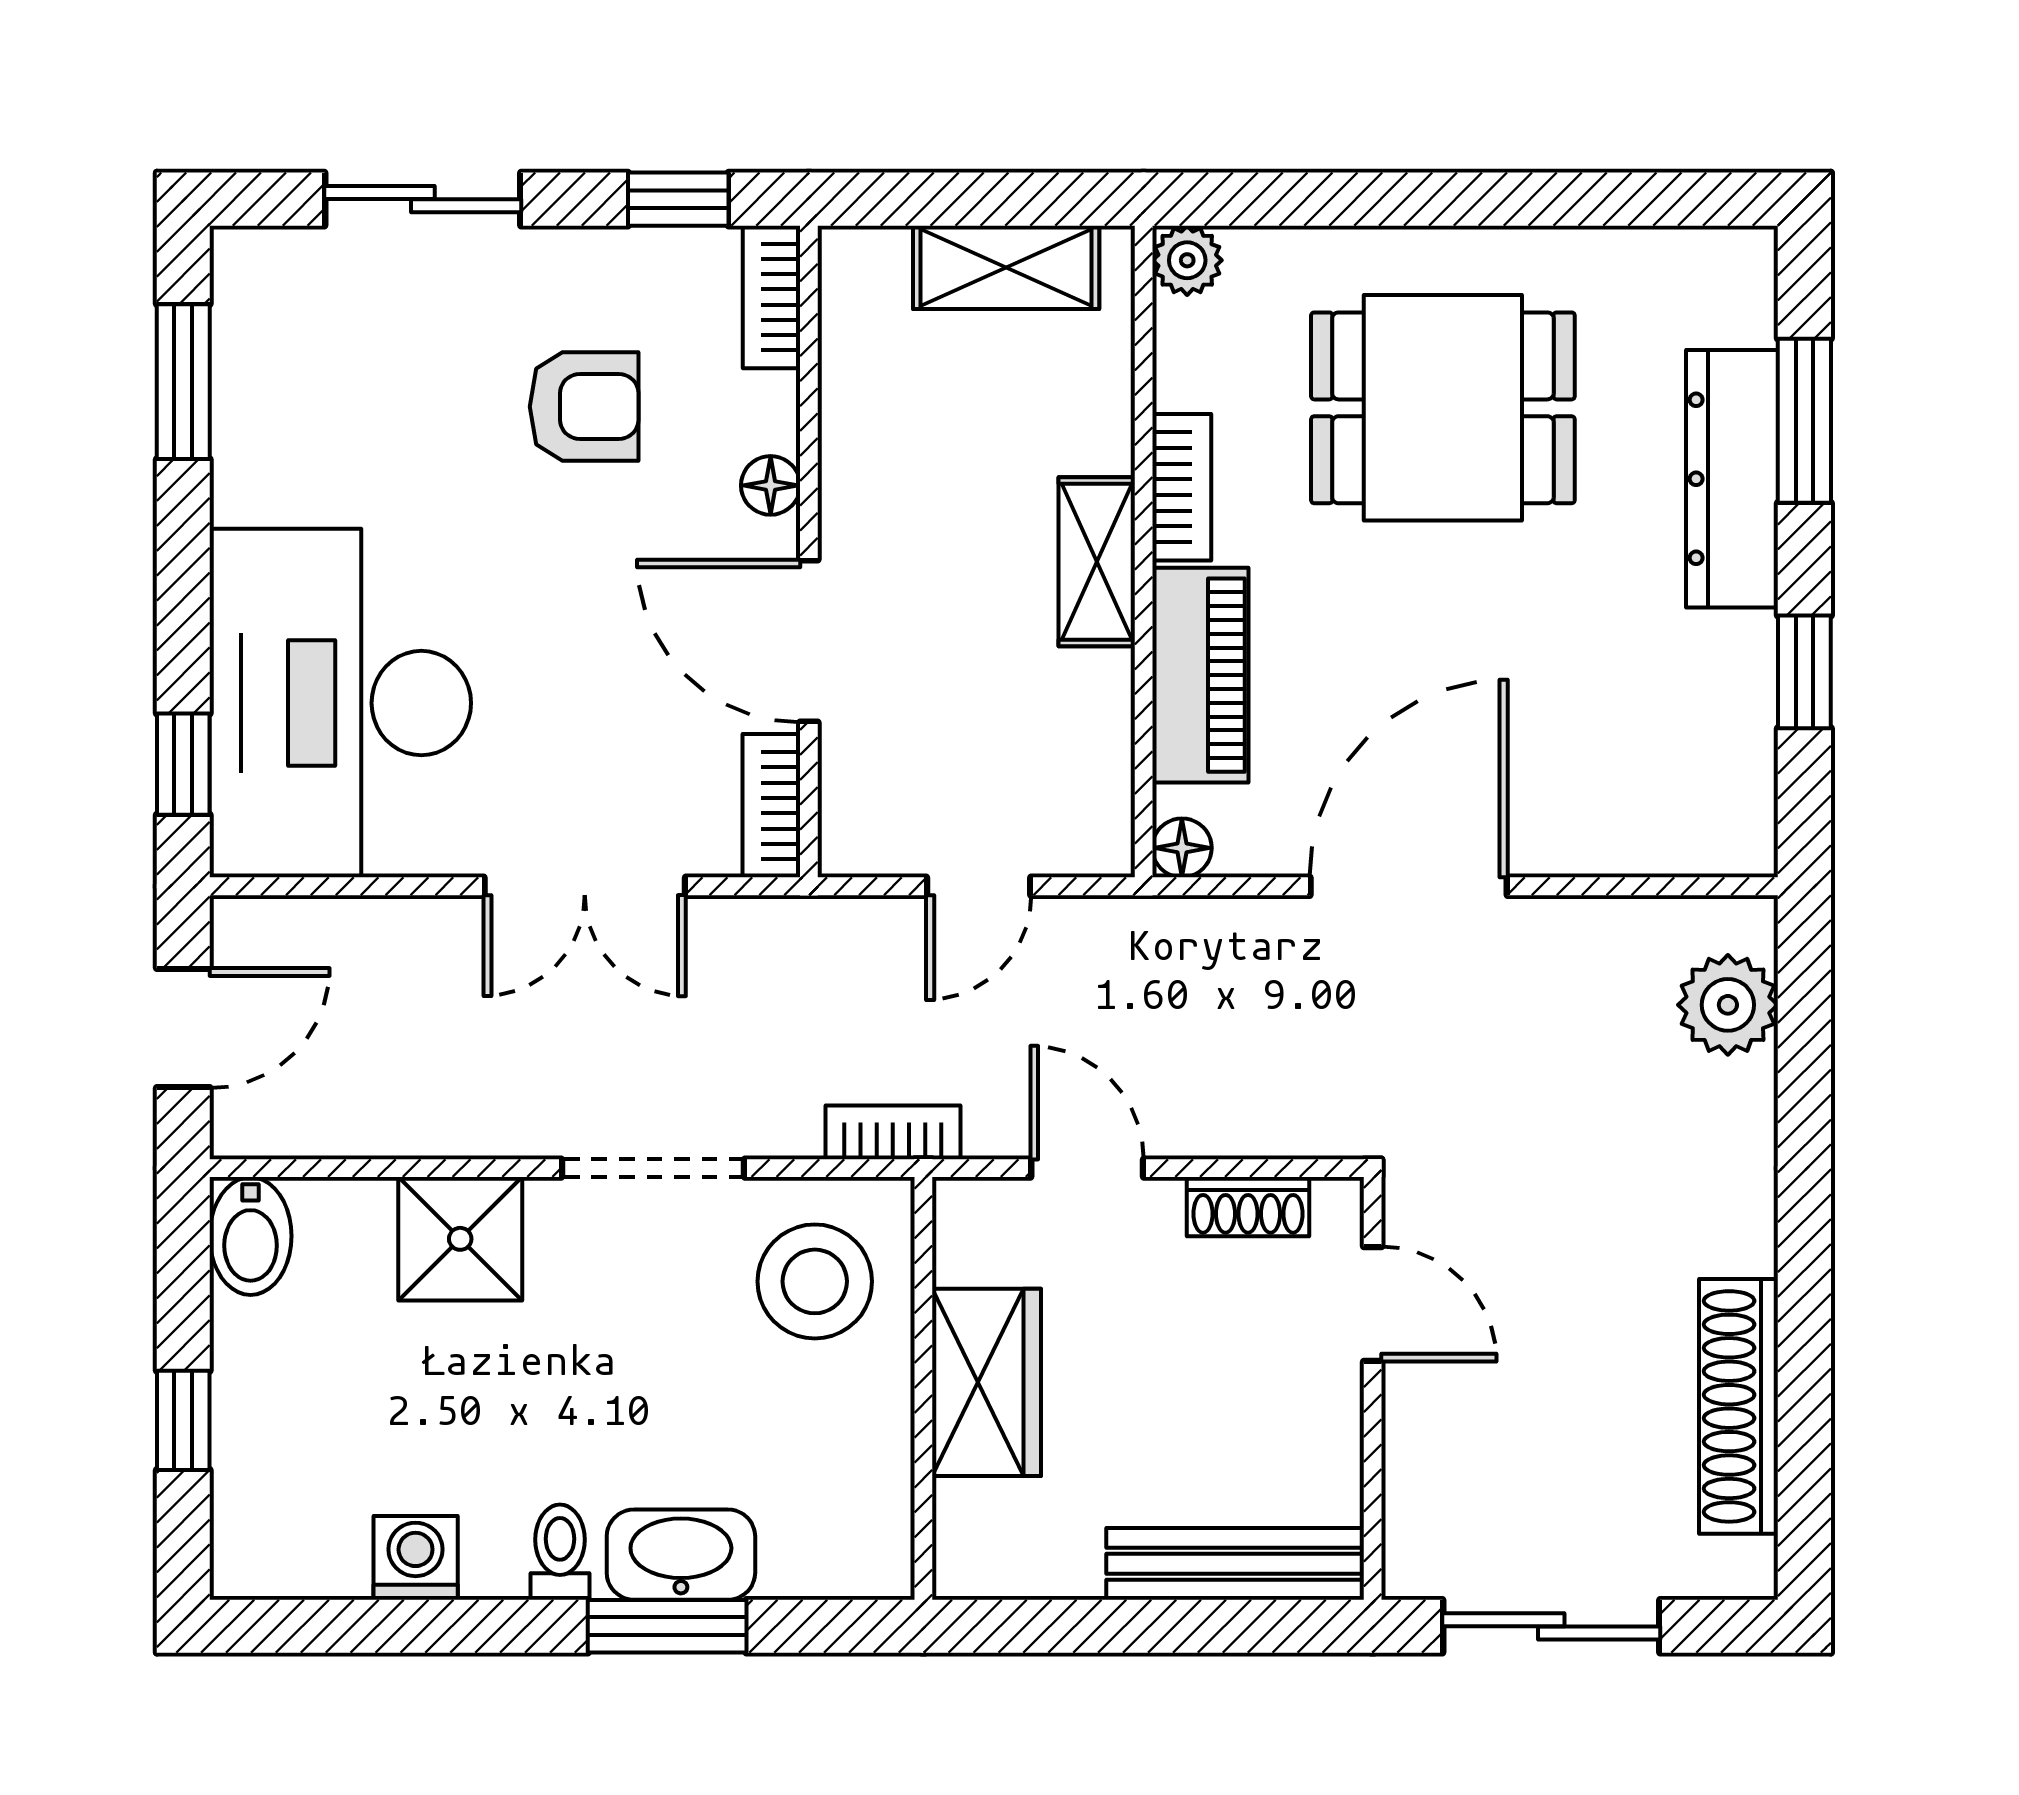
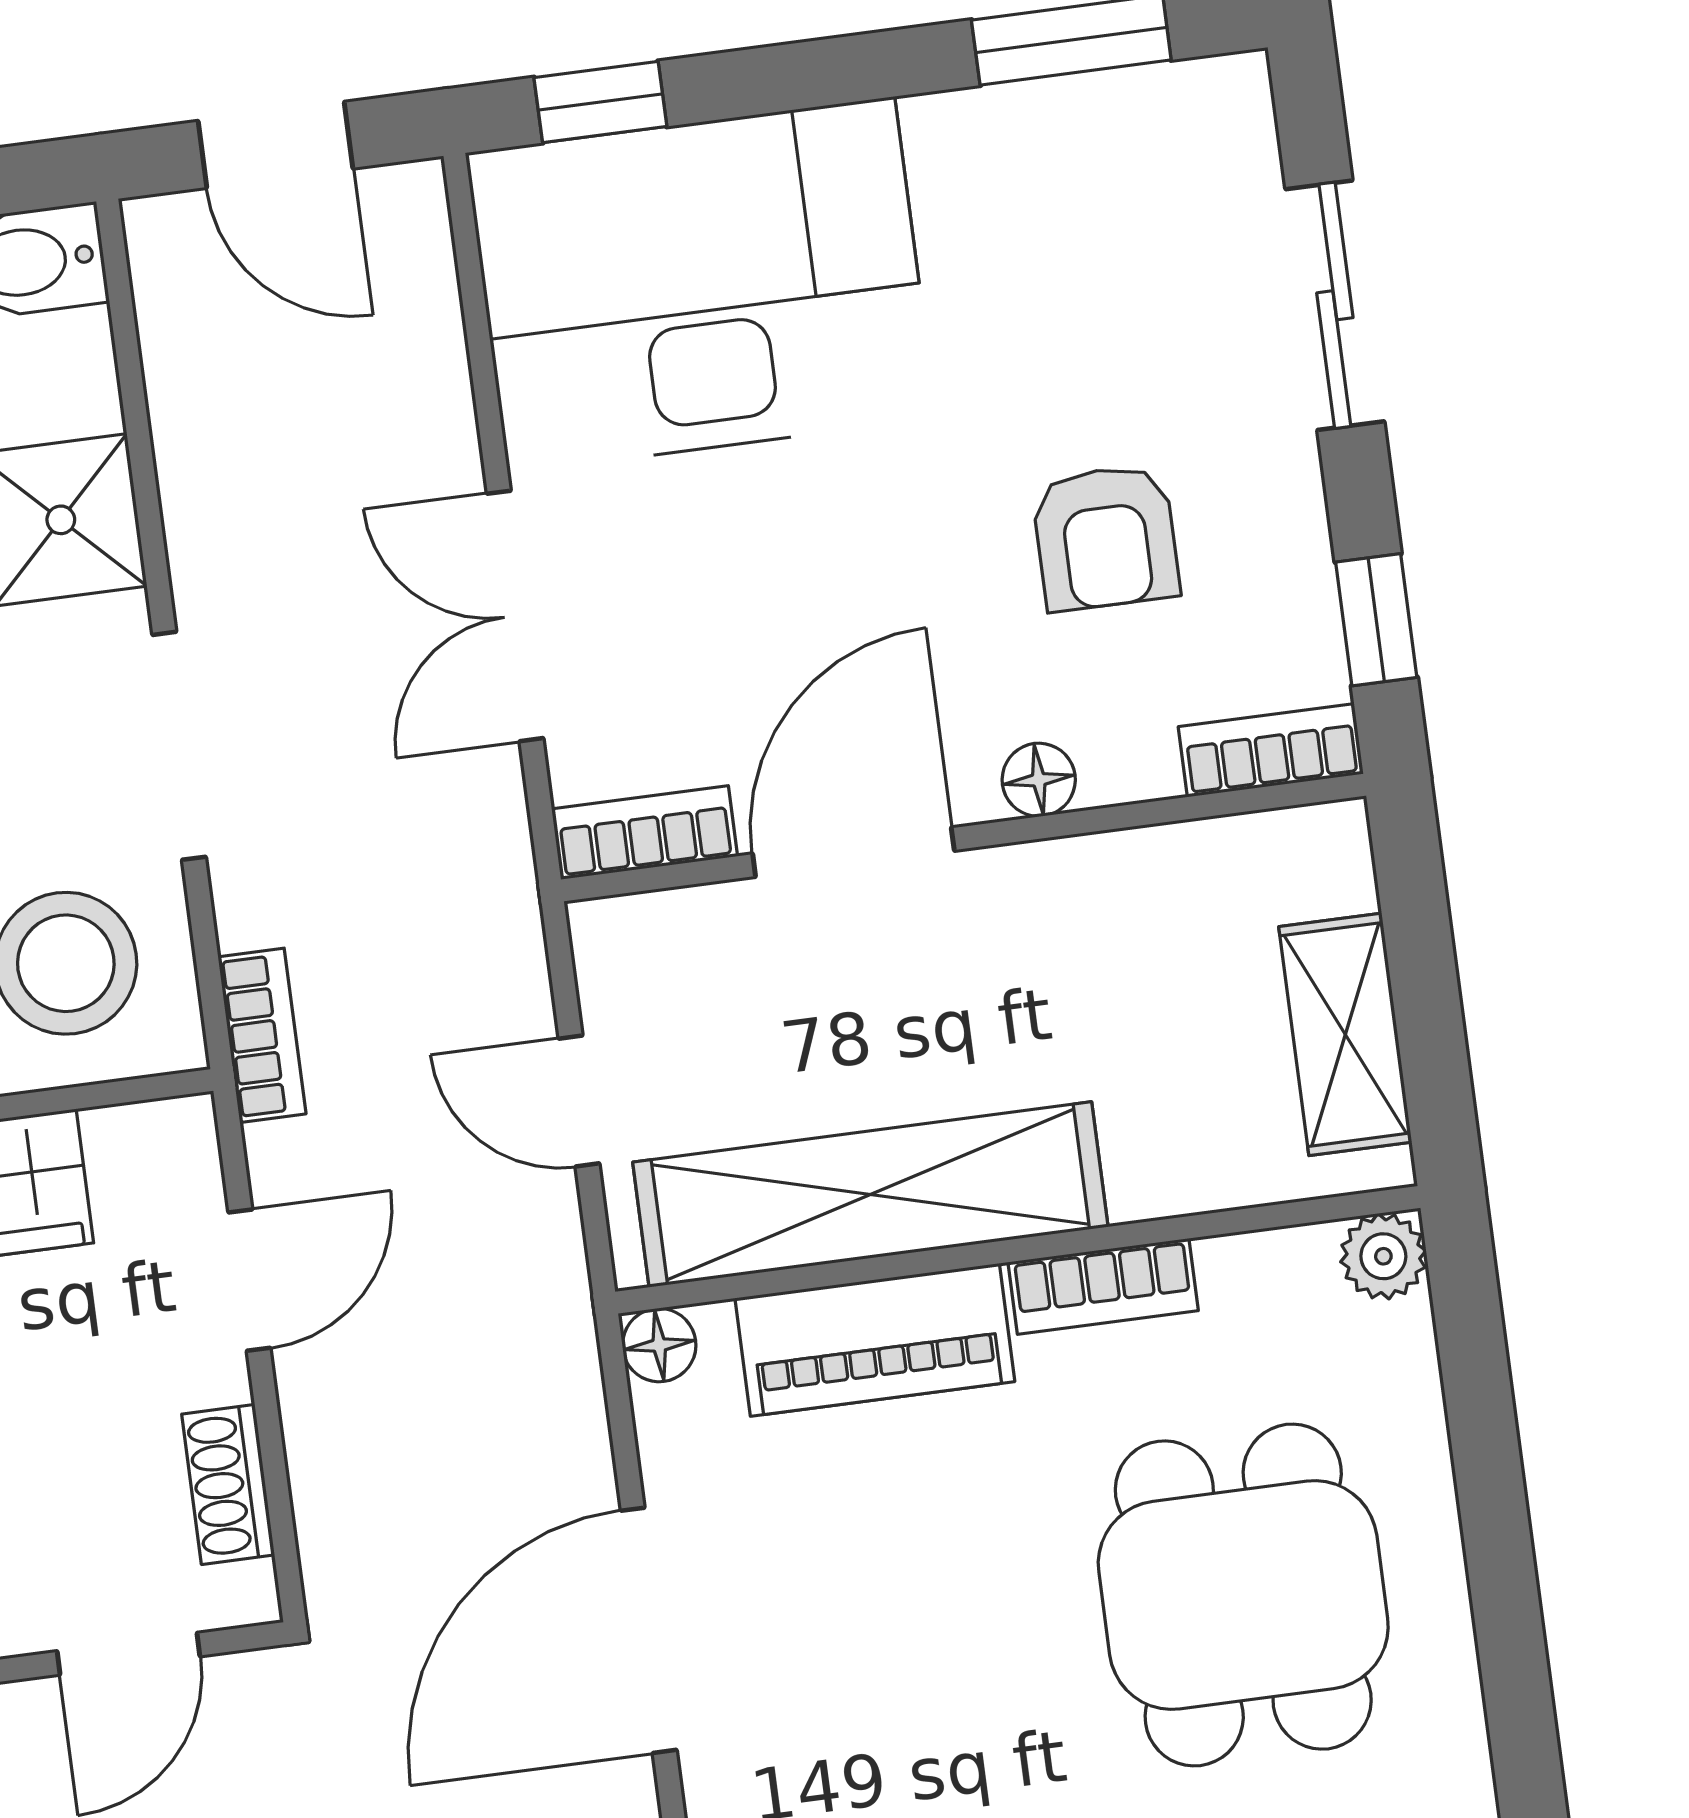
shelving: (1097, 562) -> (870, 1195), width x2.20, depth x1.33
door: (1409, 886) -> (649, 1630), swing flipped

